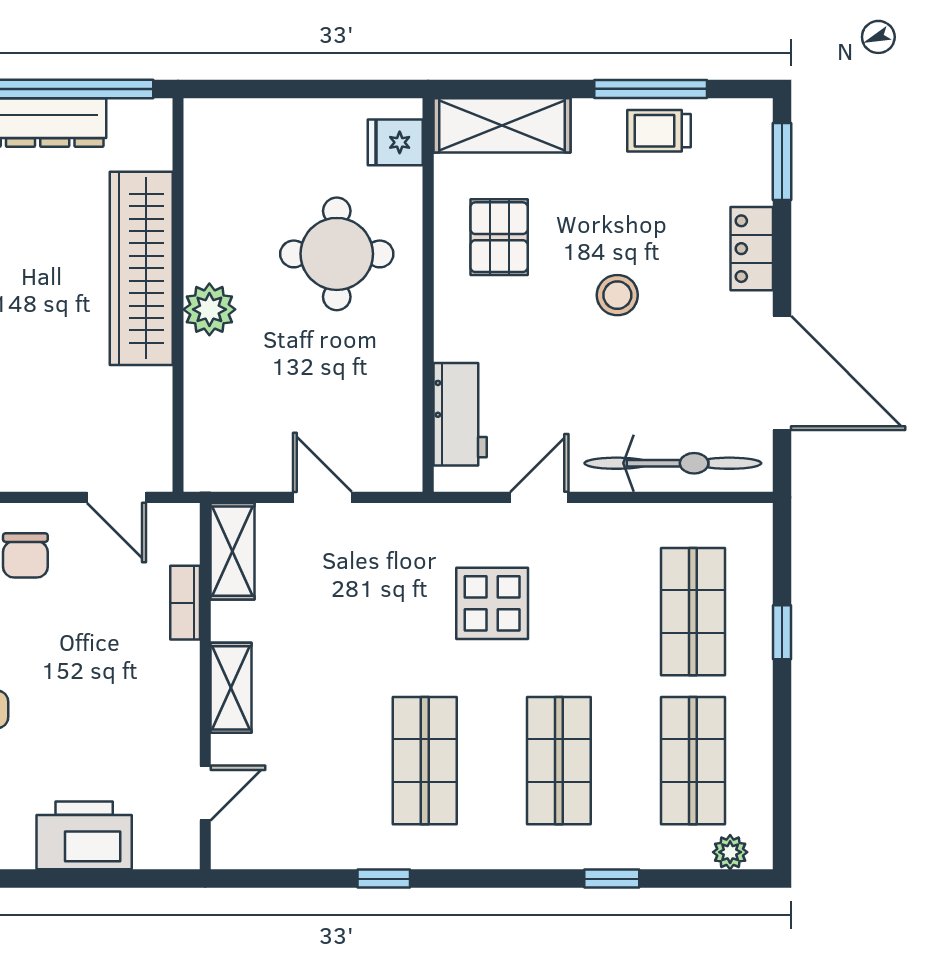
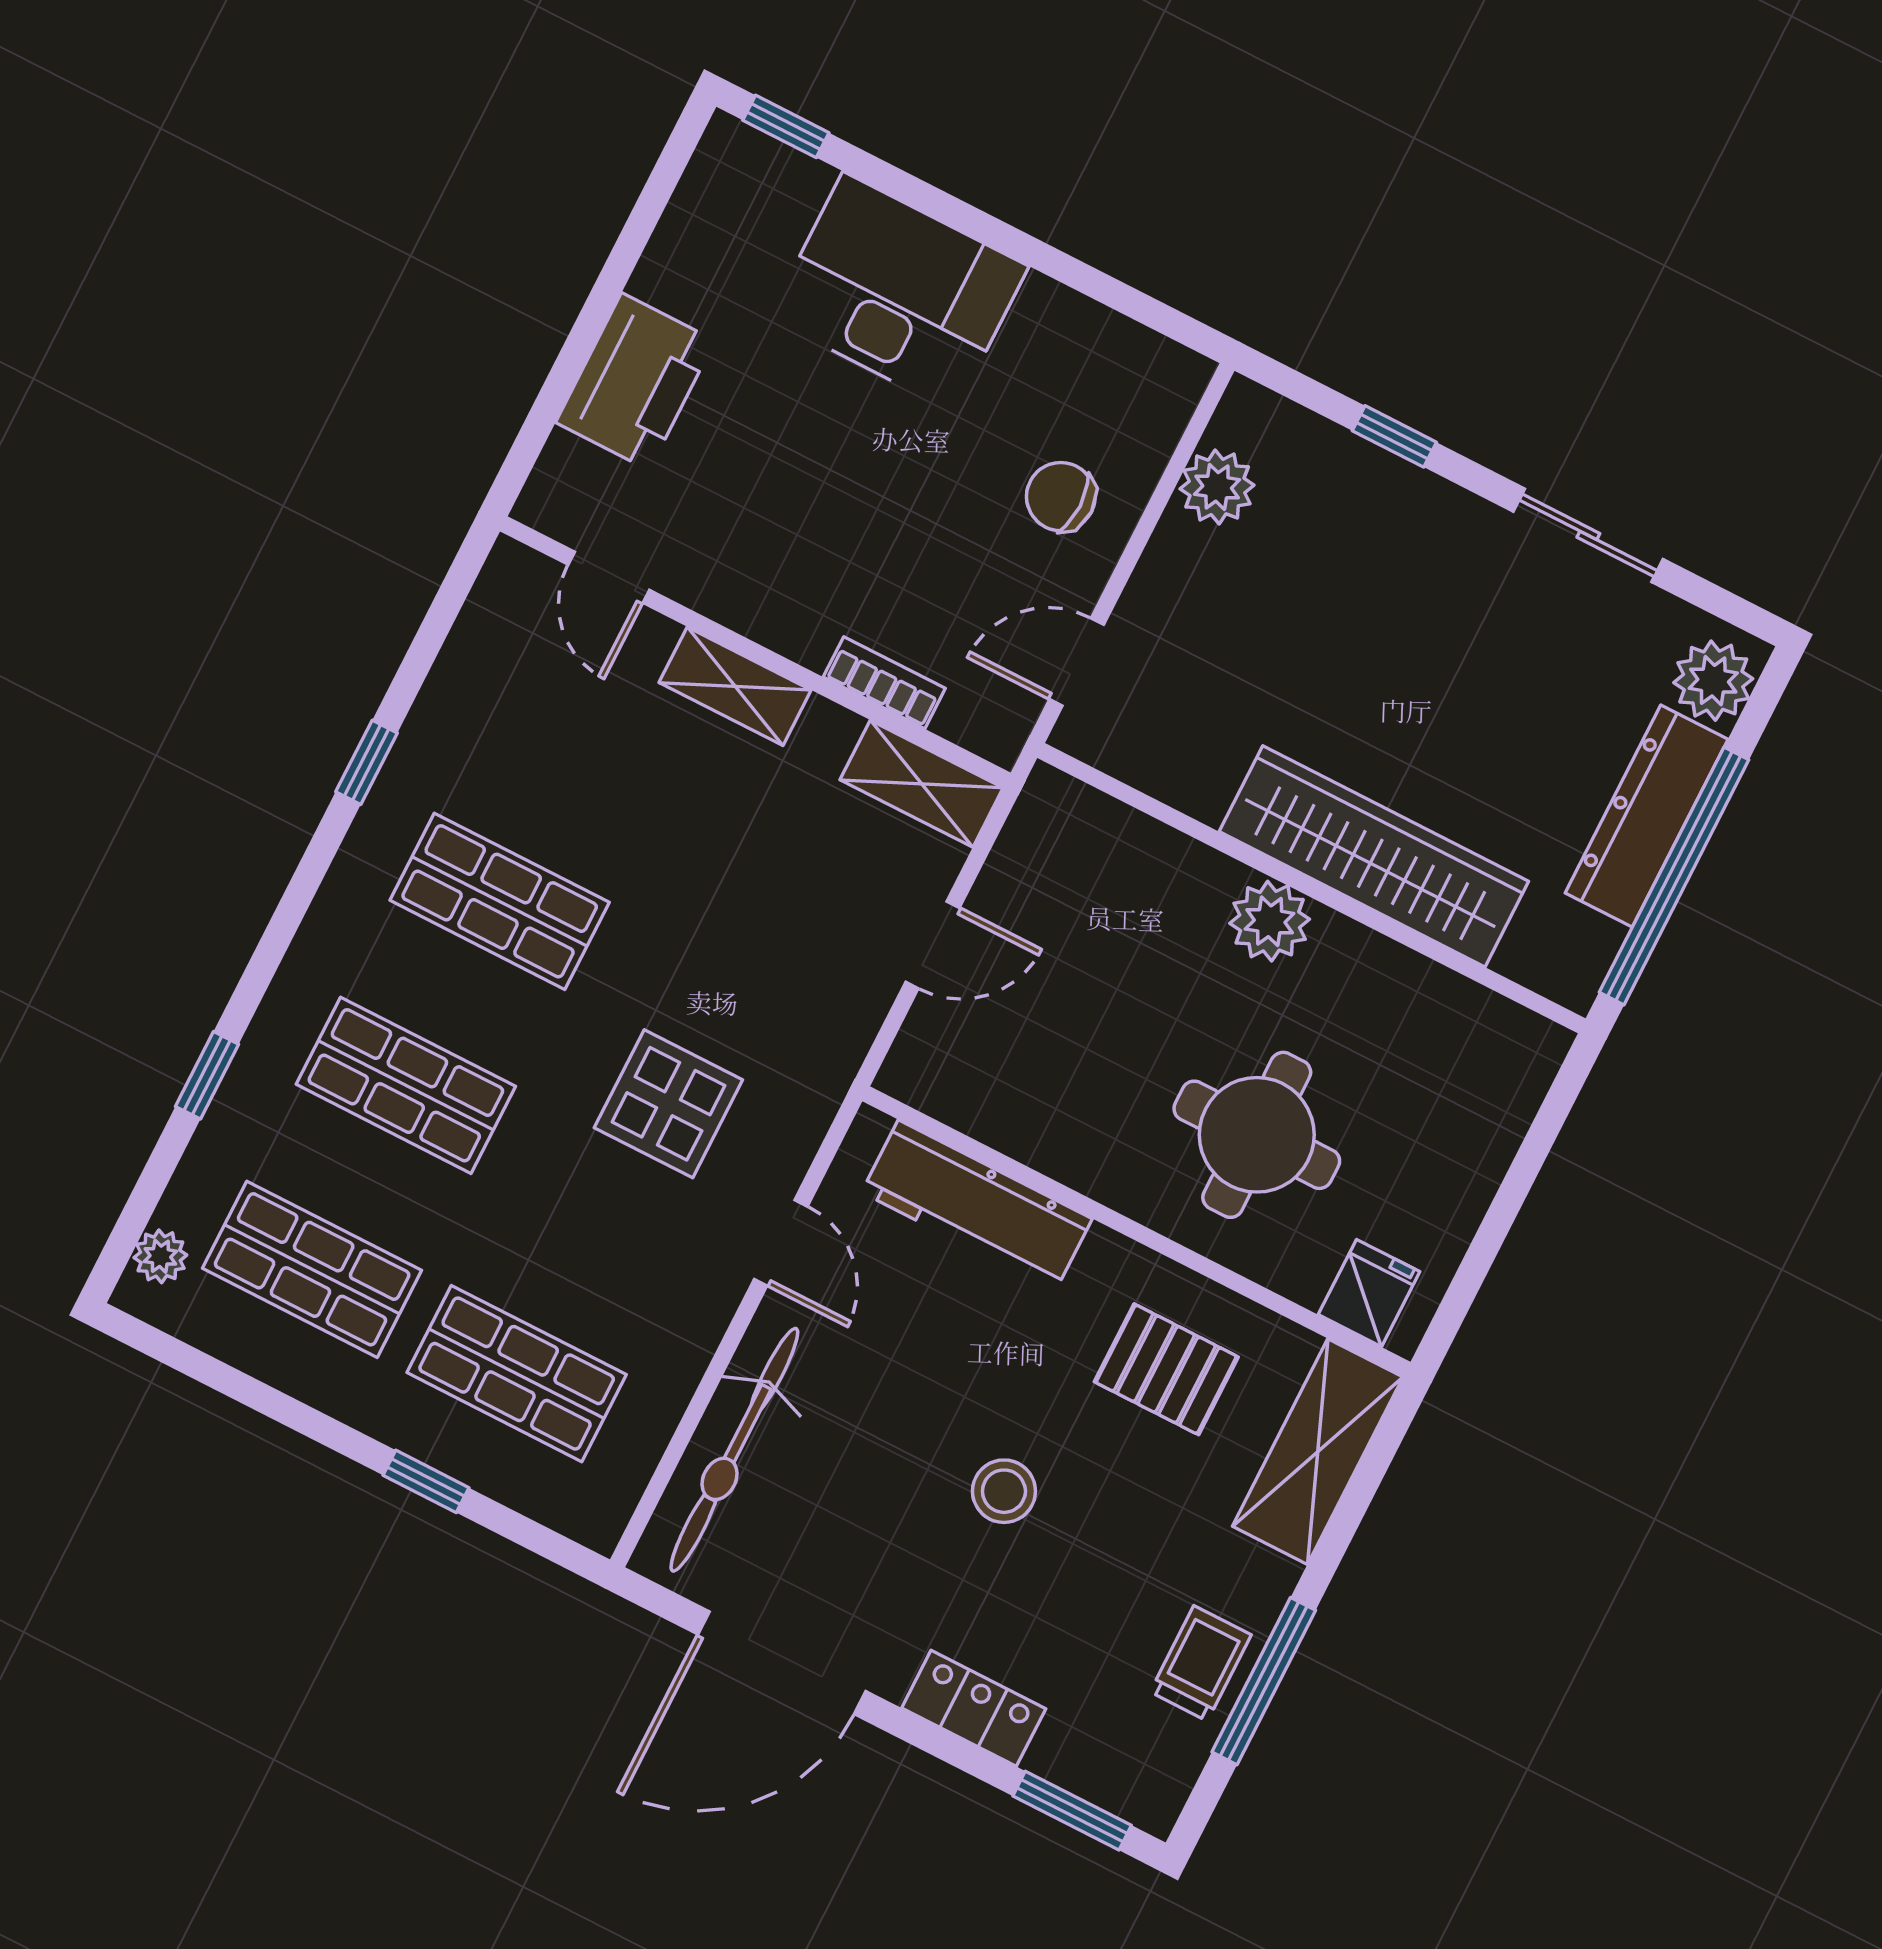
workbench: (460, 414) -> (977, 1206), width x1.37

